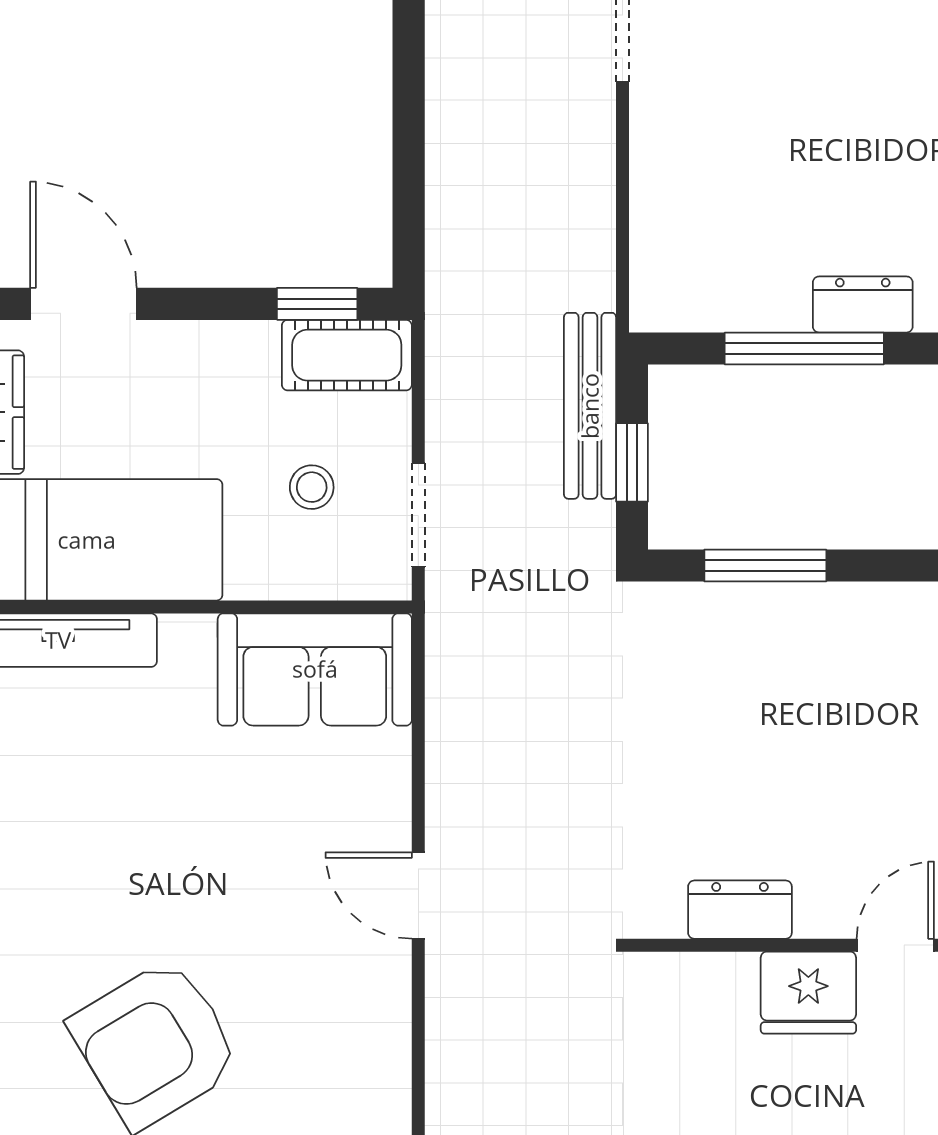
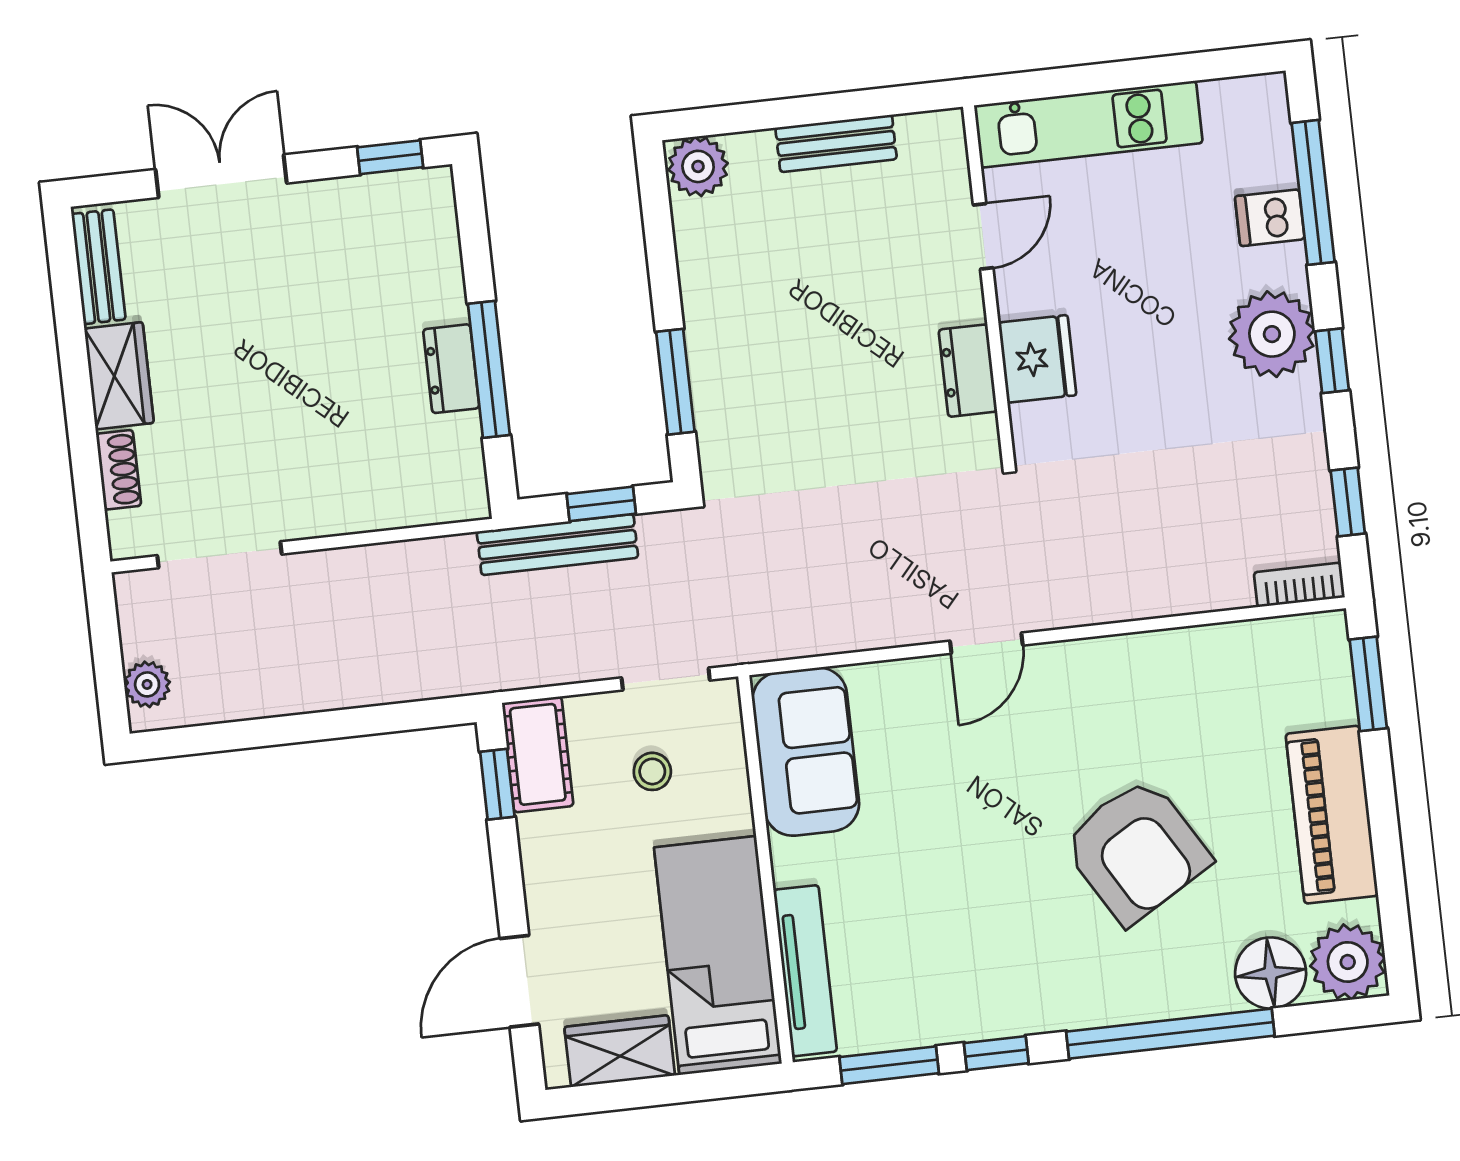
dresser: (863, 304) -> (451, 369), moved
door: (895, 945) -> (983, 236), swing flipped
fridge: (808, 993) -> (1037, 359), moved

